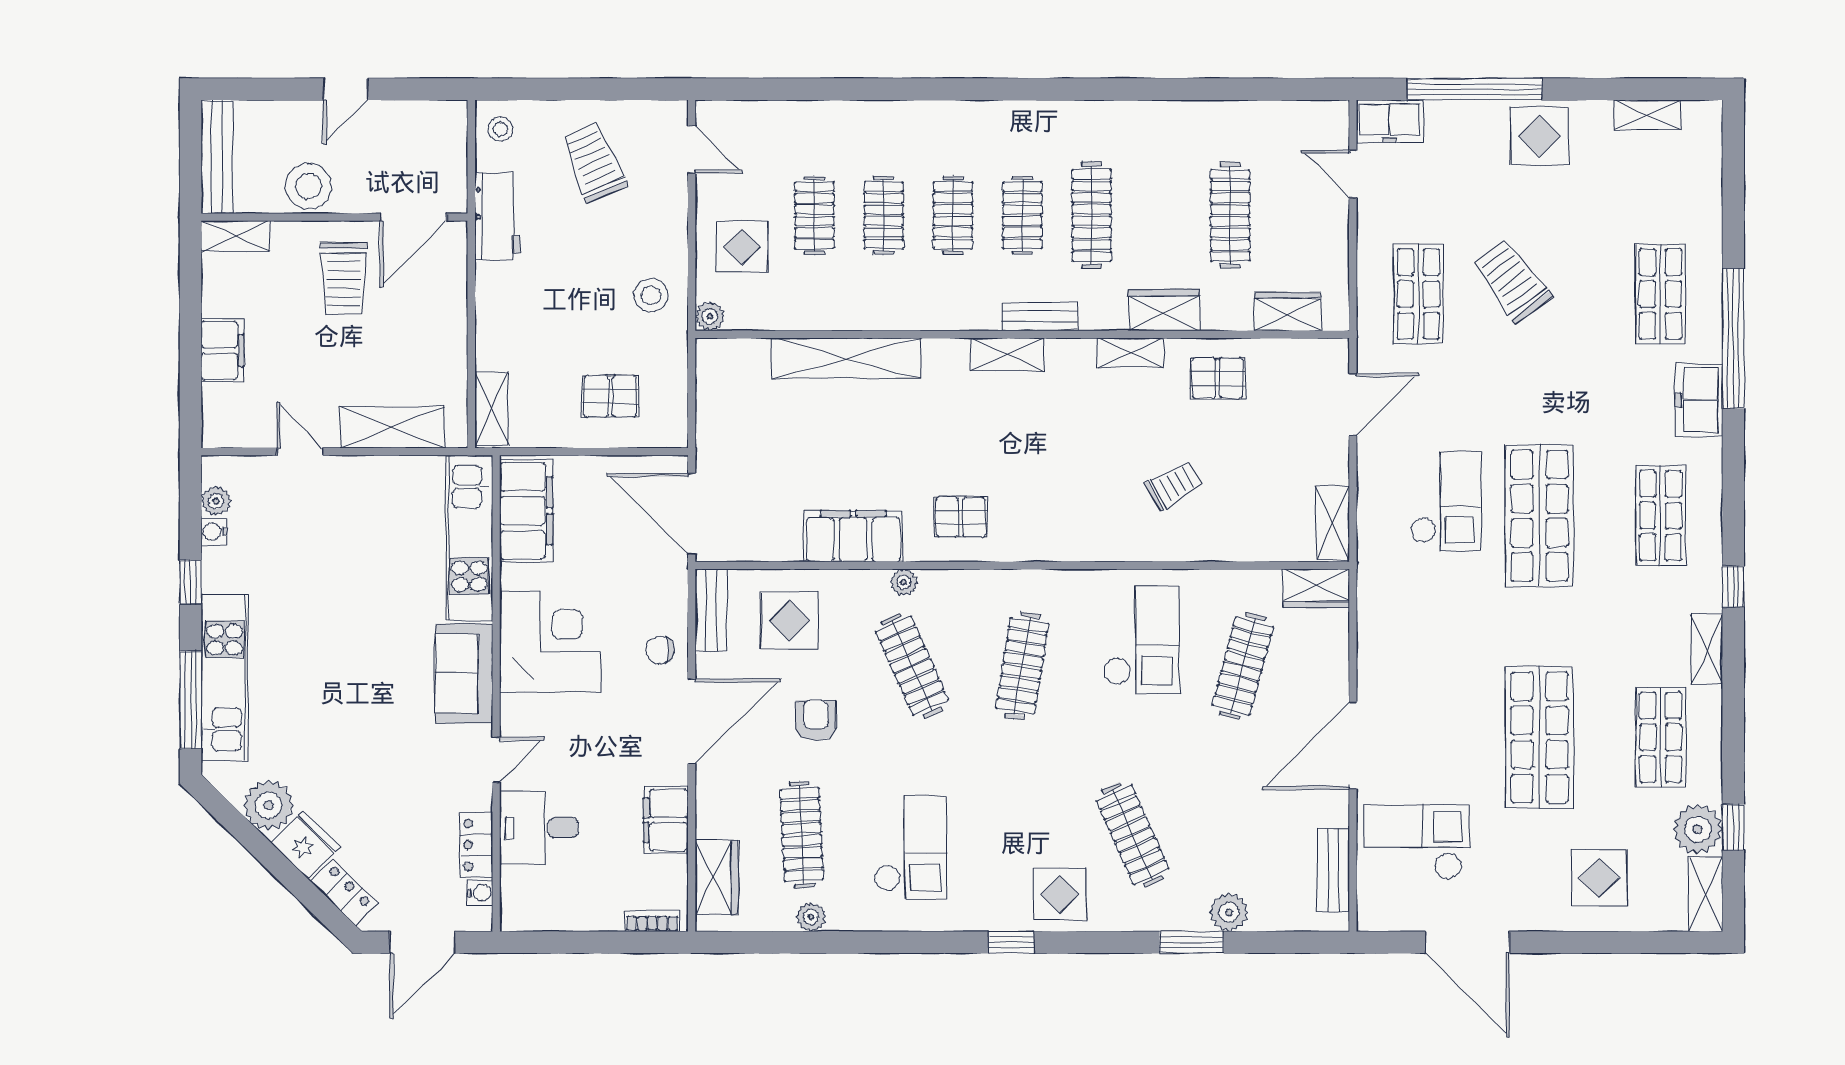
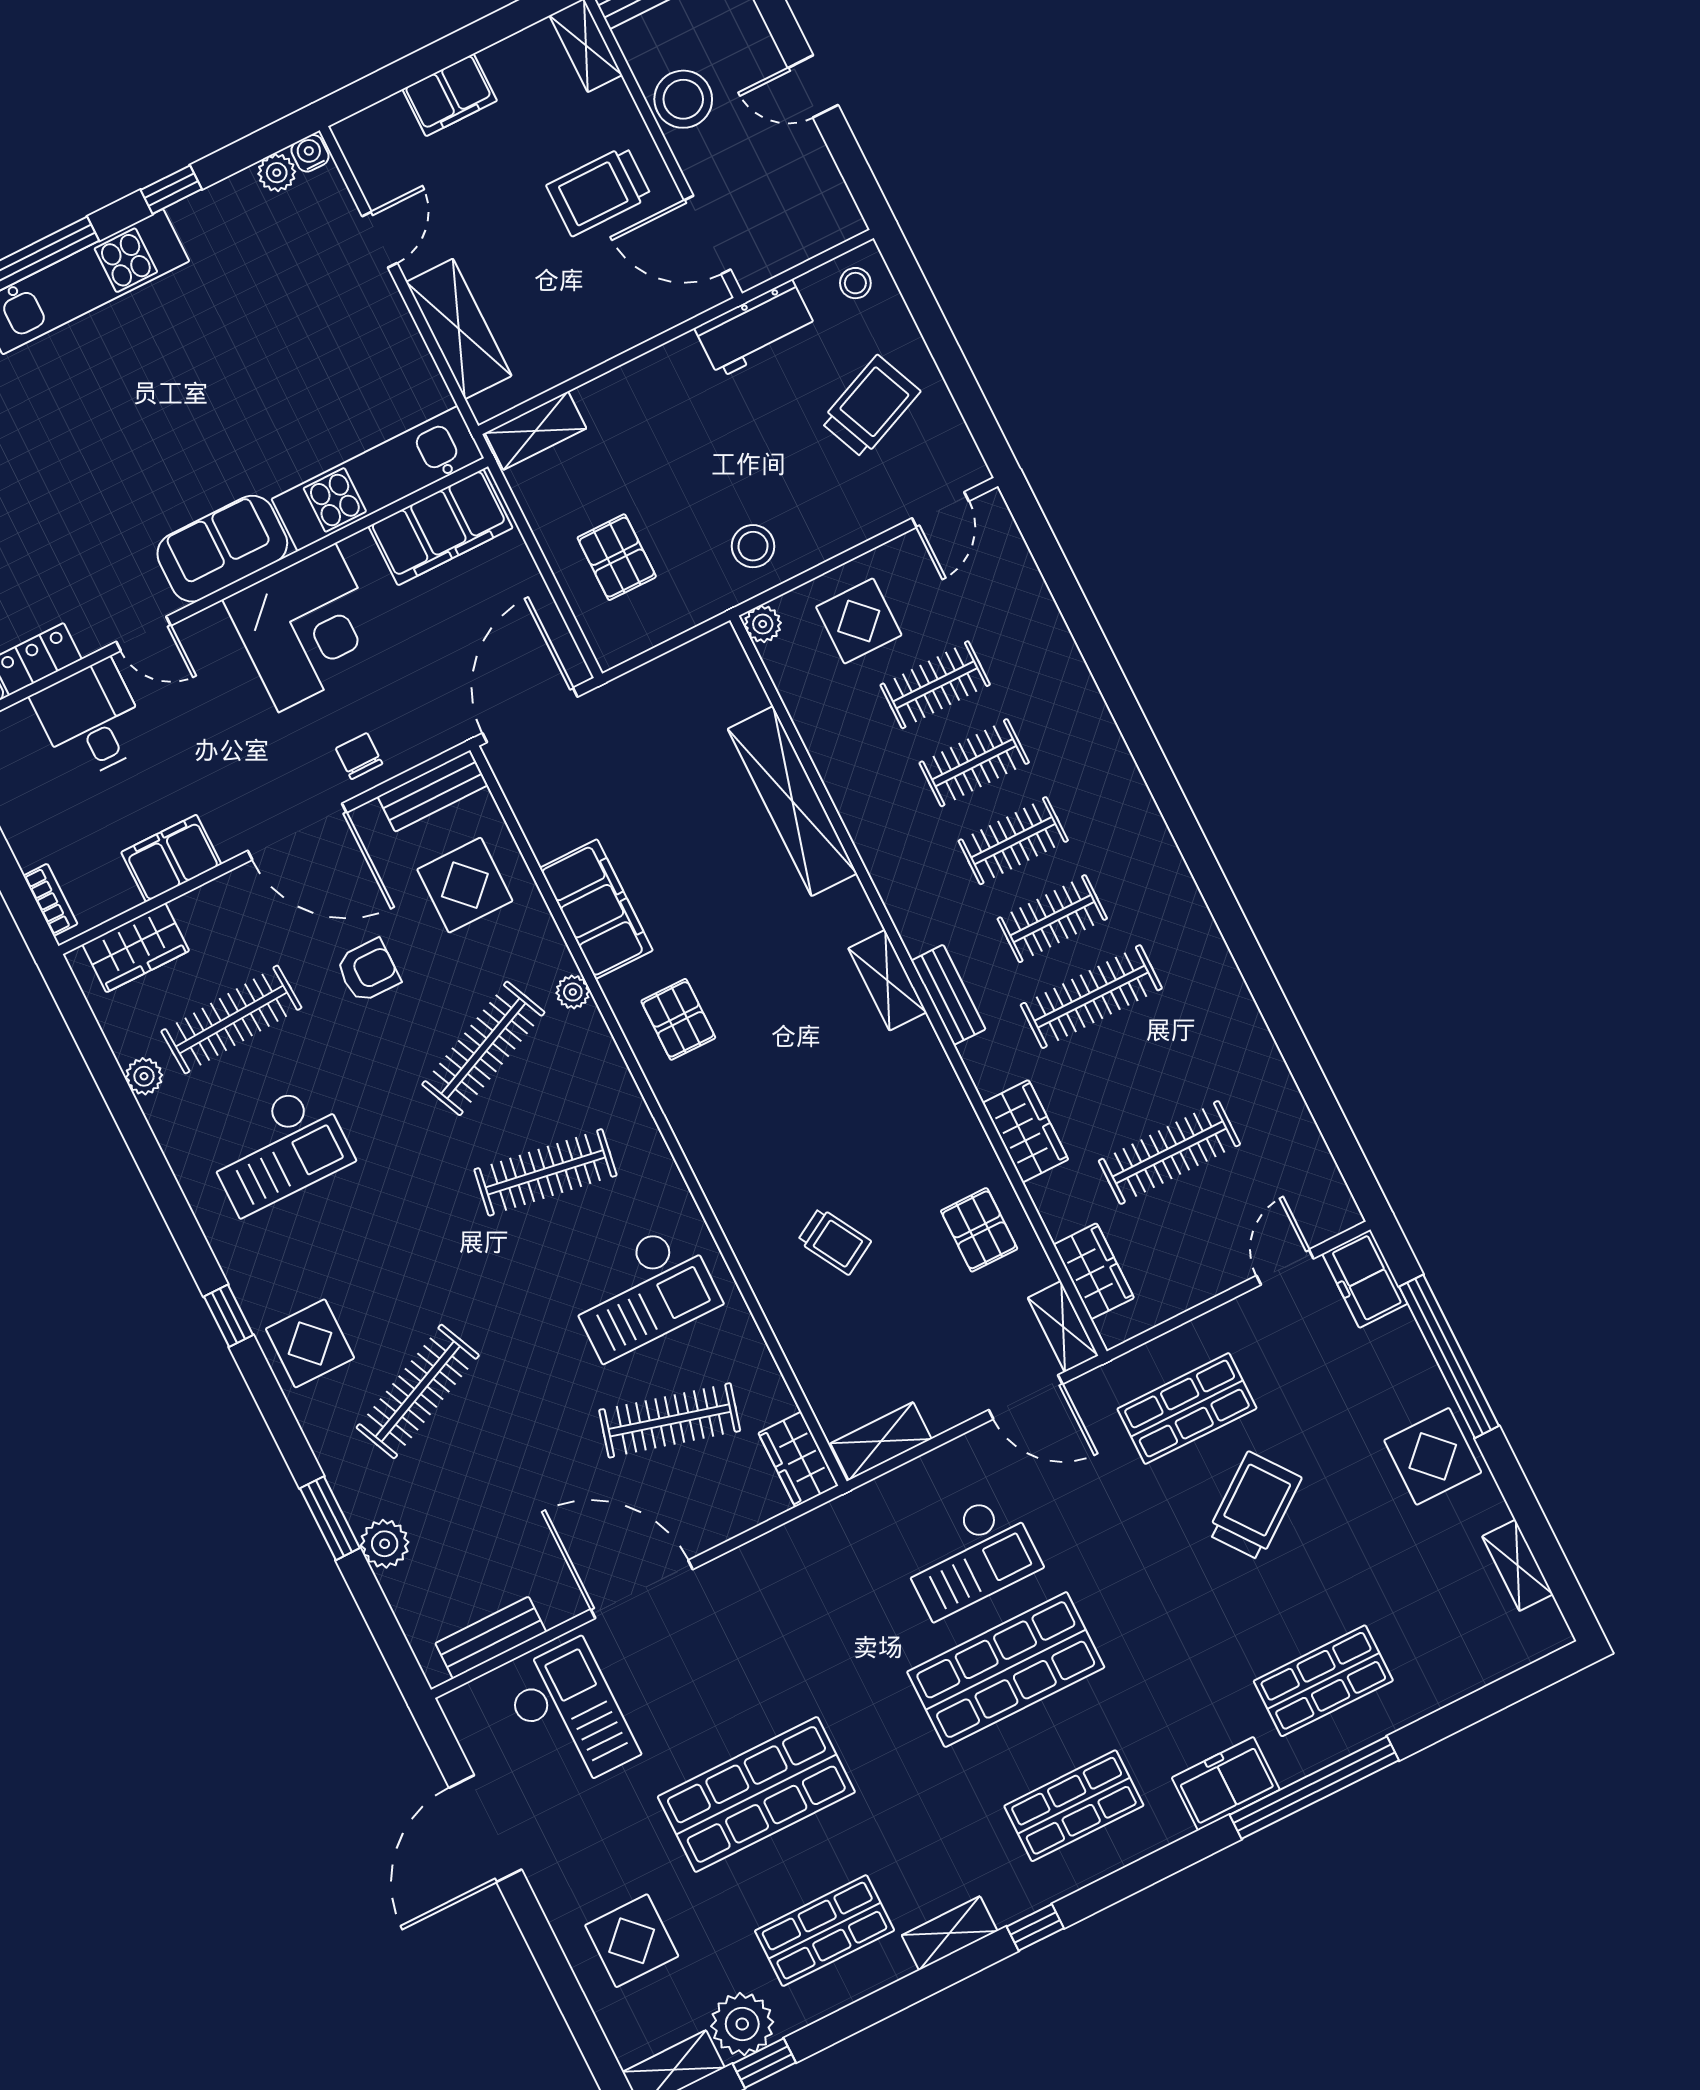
shelving: (1130, 353) -> (1063, 1327), moved
water cooler: (214, 532) -> (310, 153), moved

